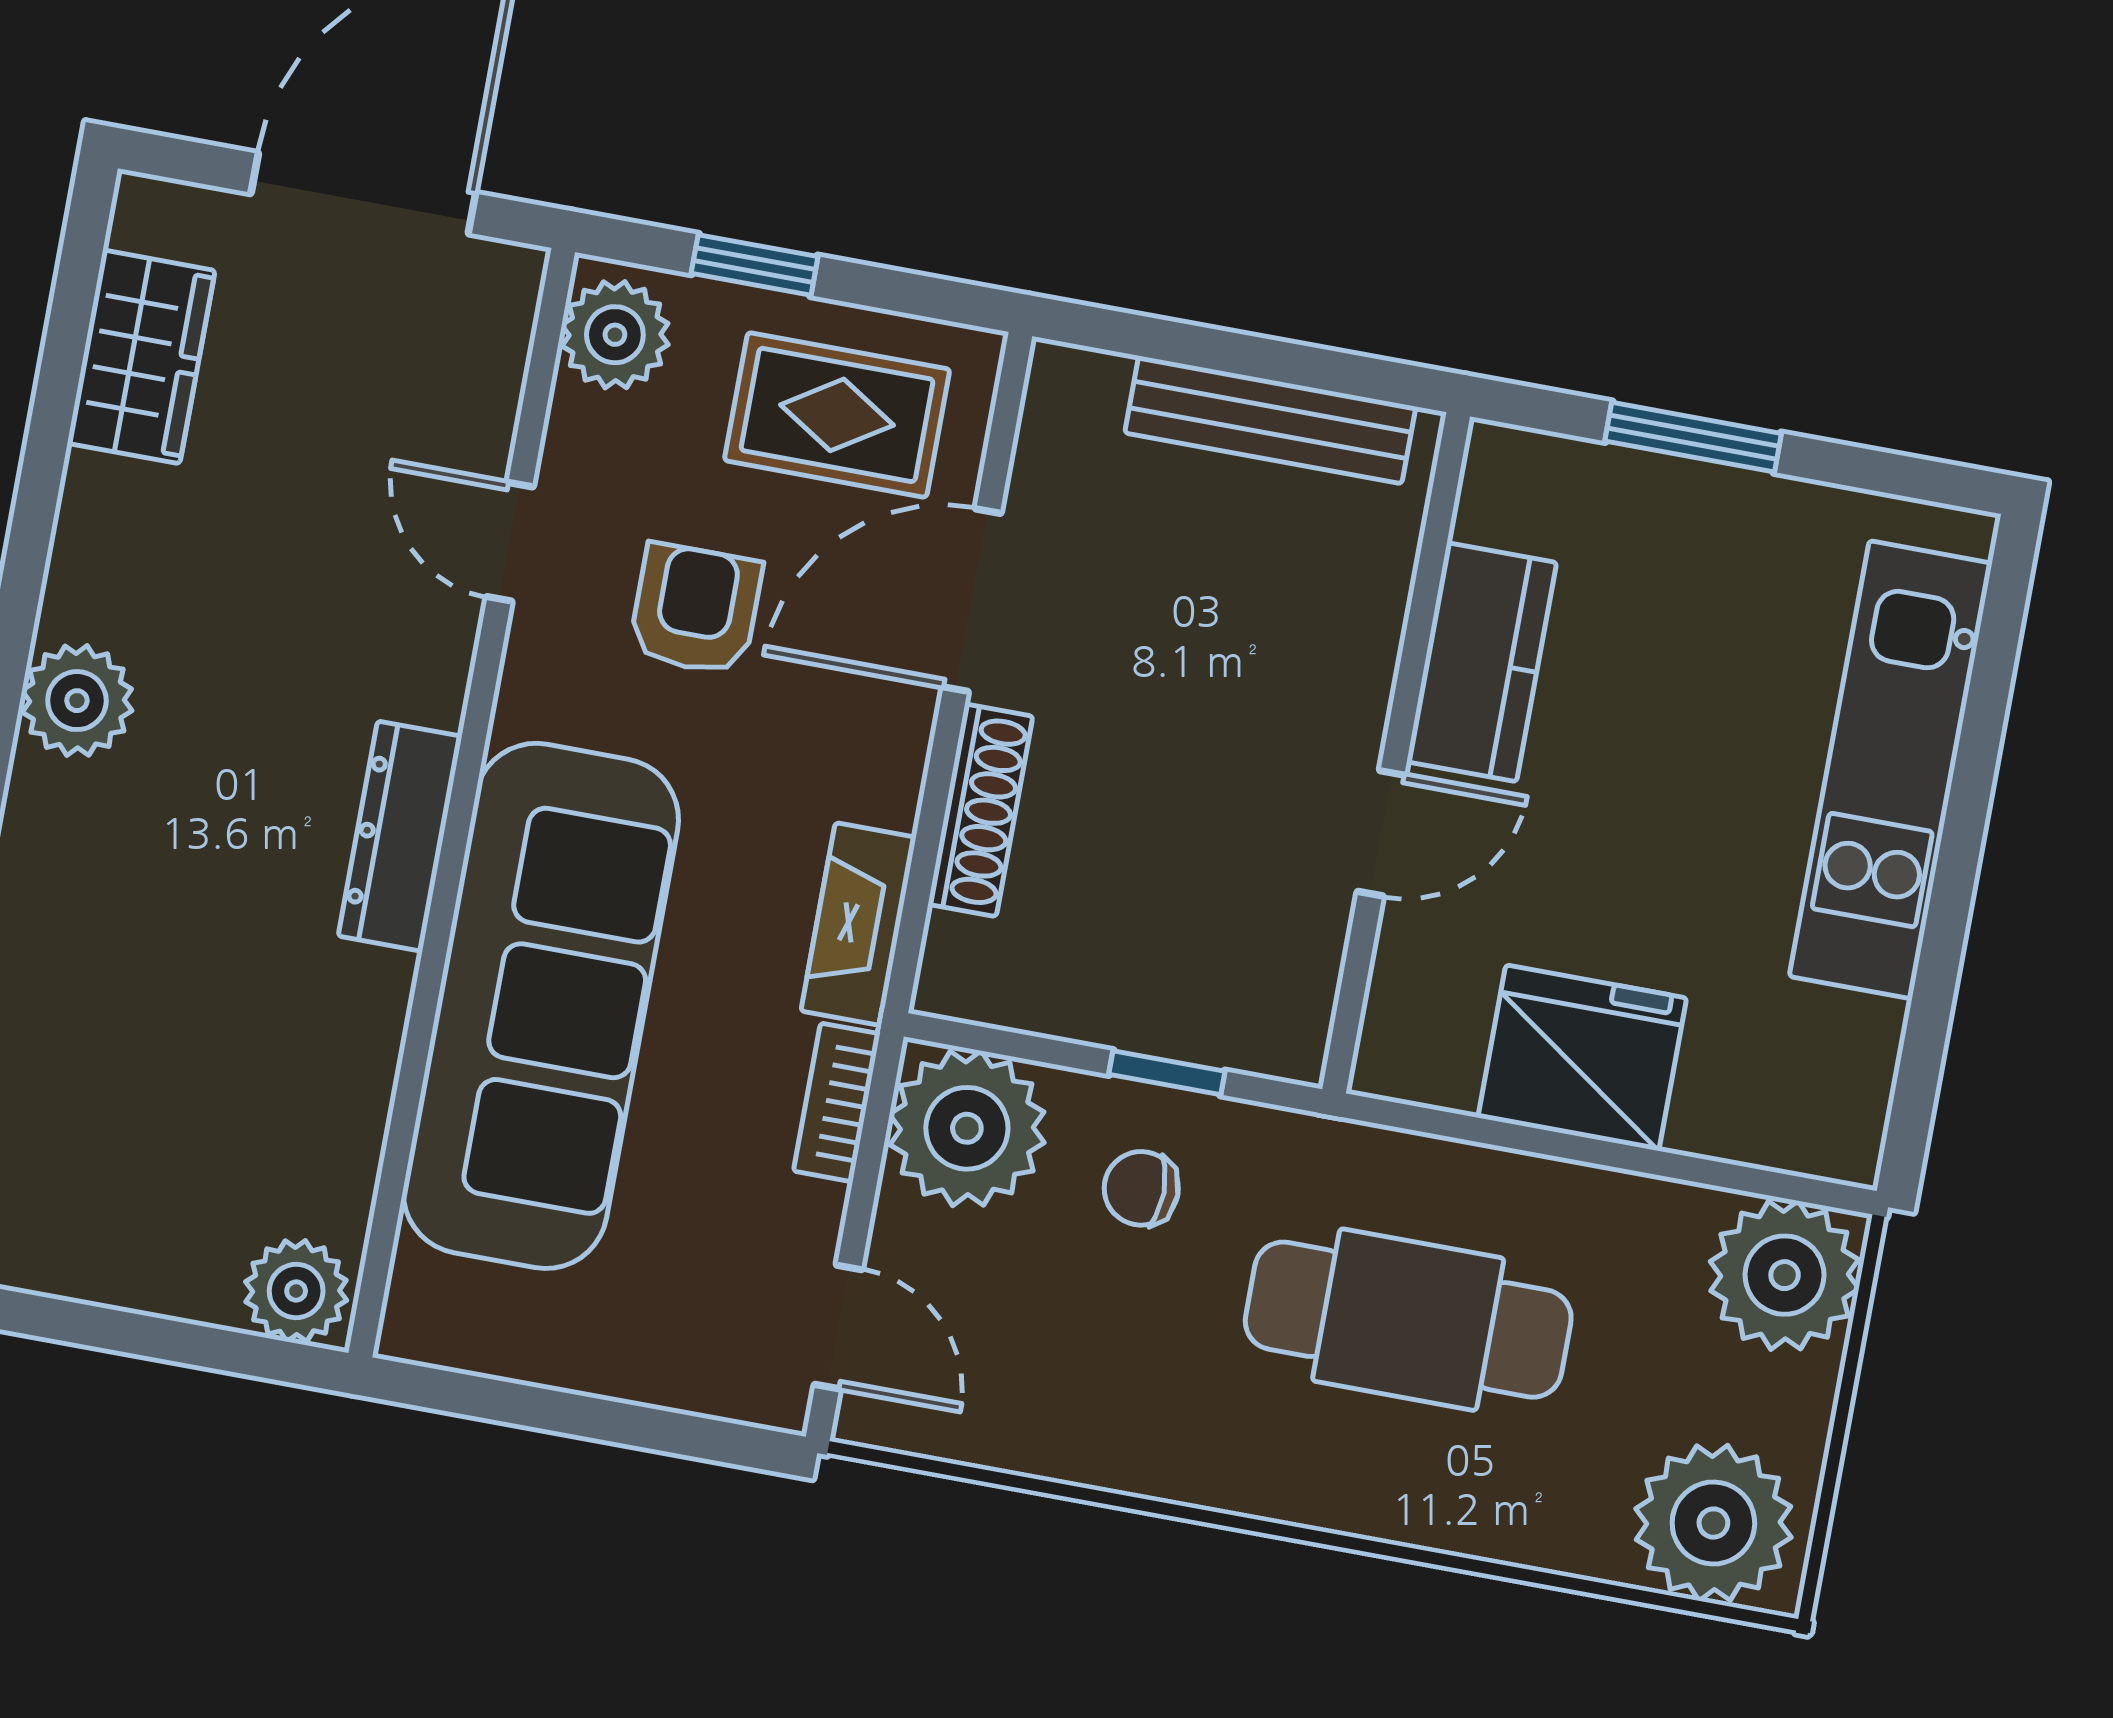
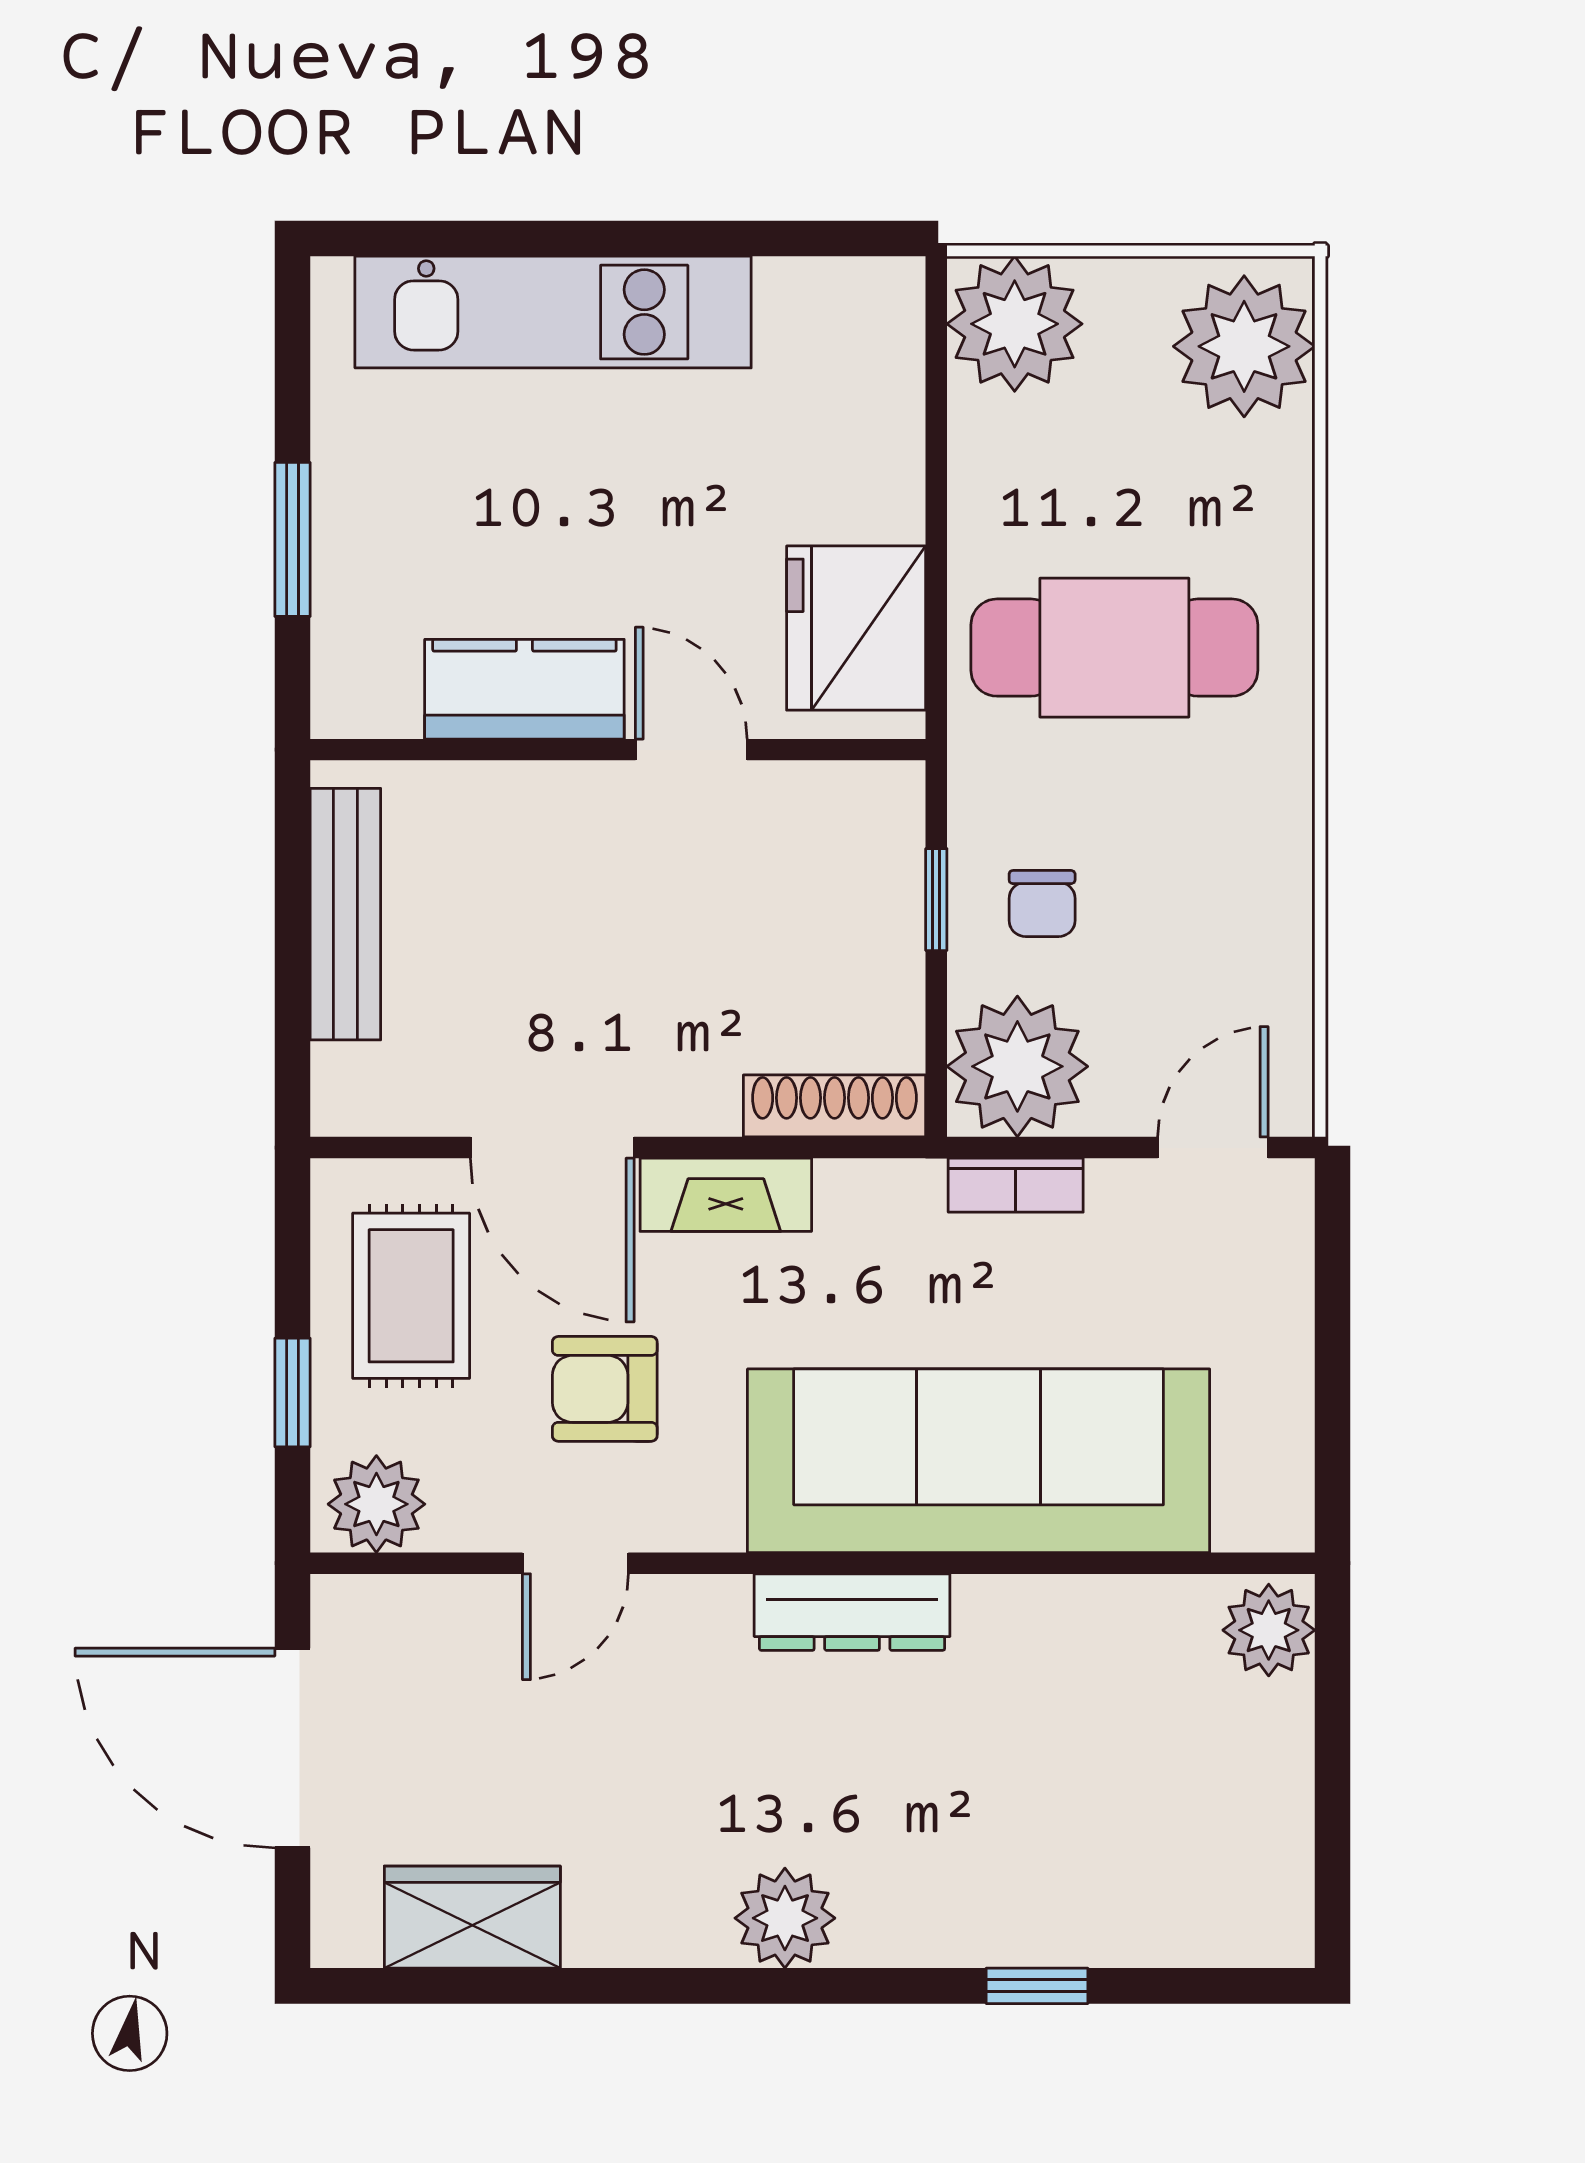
shoe rack: (980, 810) -> (834, 1106), moved
fireplace: (858, 924) -> (726, 1195), moved
fridge: (1582, 1058) -> (856, 628), moved
cafe table: (1408, 1320) -> (1114, 648), turned 90

